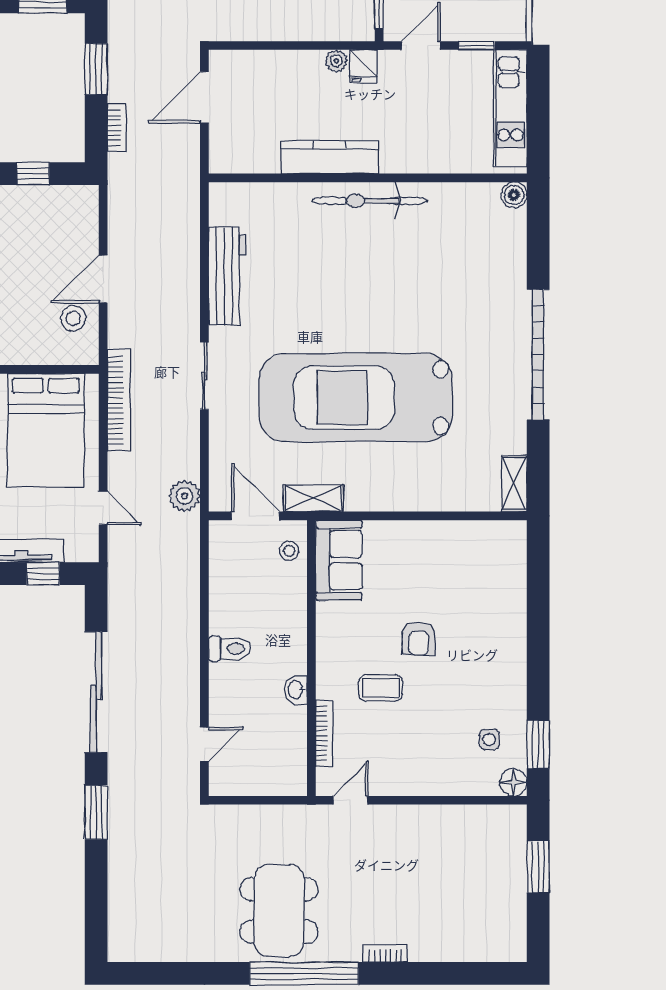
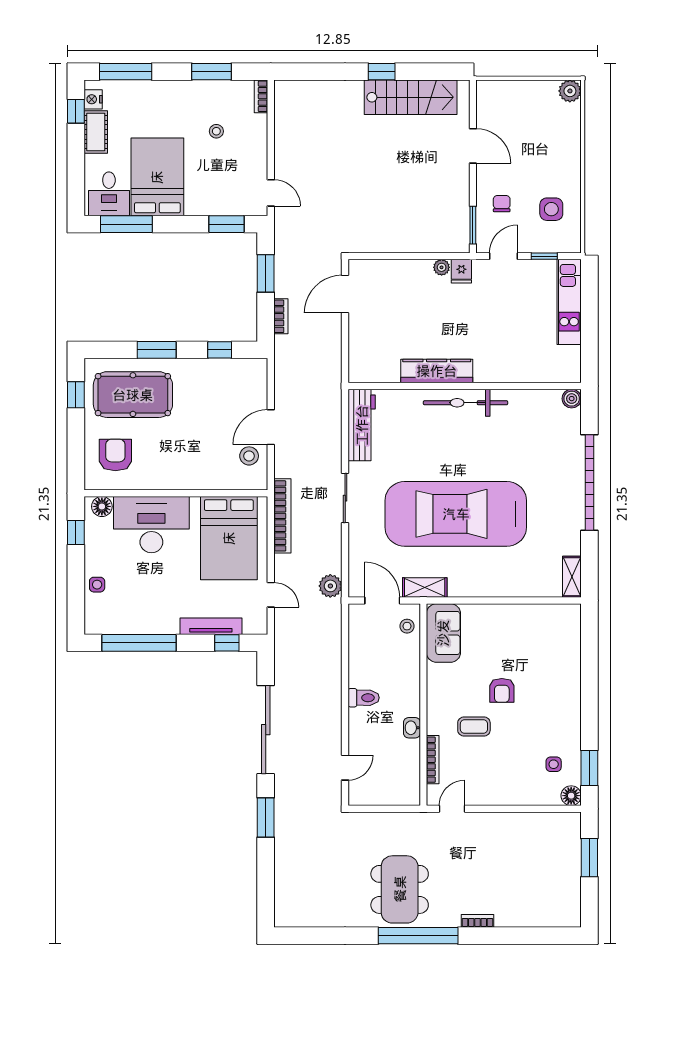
kitchen counter: (330, 157) -> (437, 371), moved
wall: (368, 178) -> (465, 386), moved
boiler: (514, 195) -> (572, 399), moved
bicycle: (369, 201) -> (466, 403), moved

